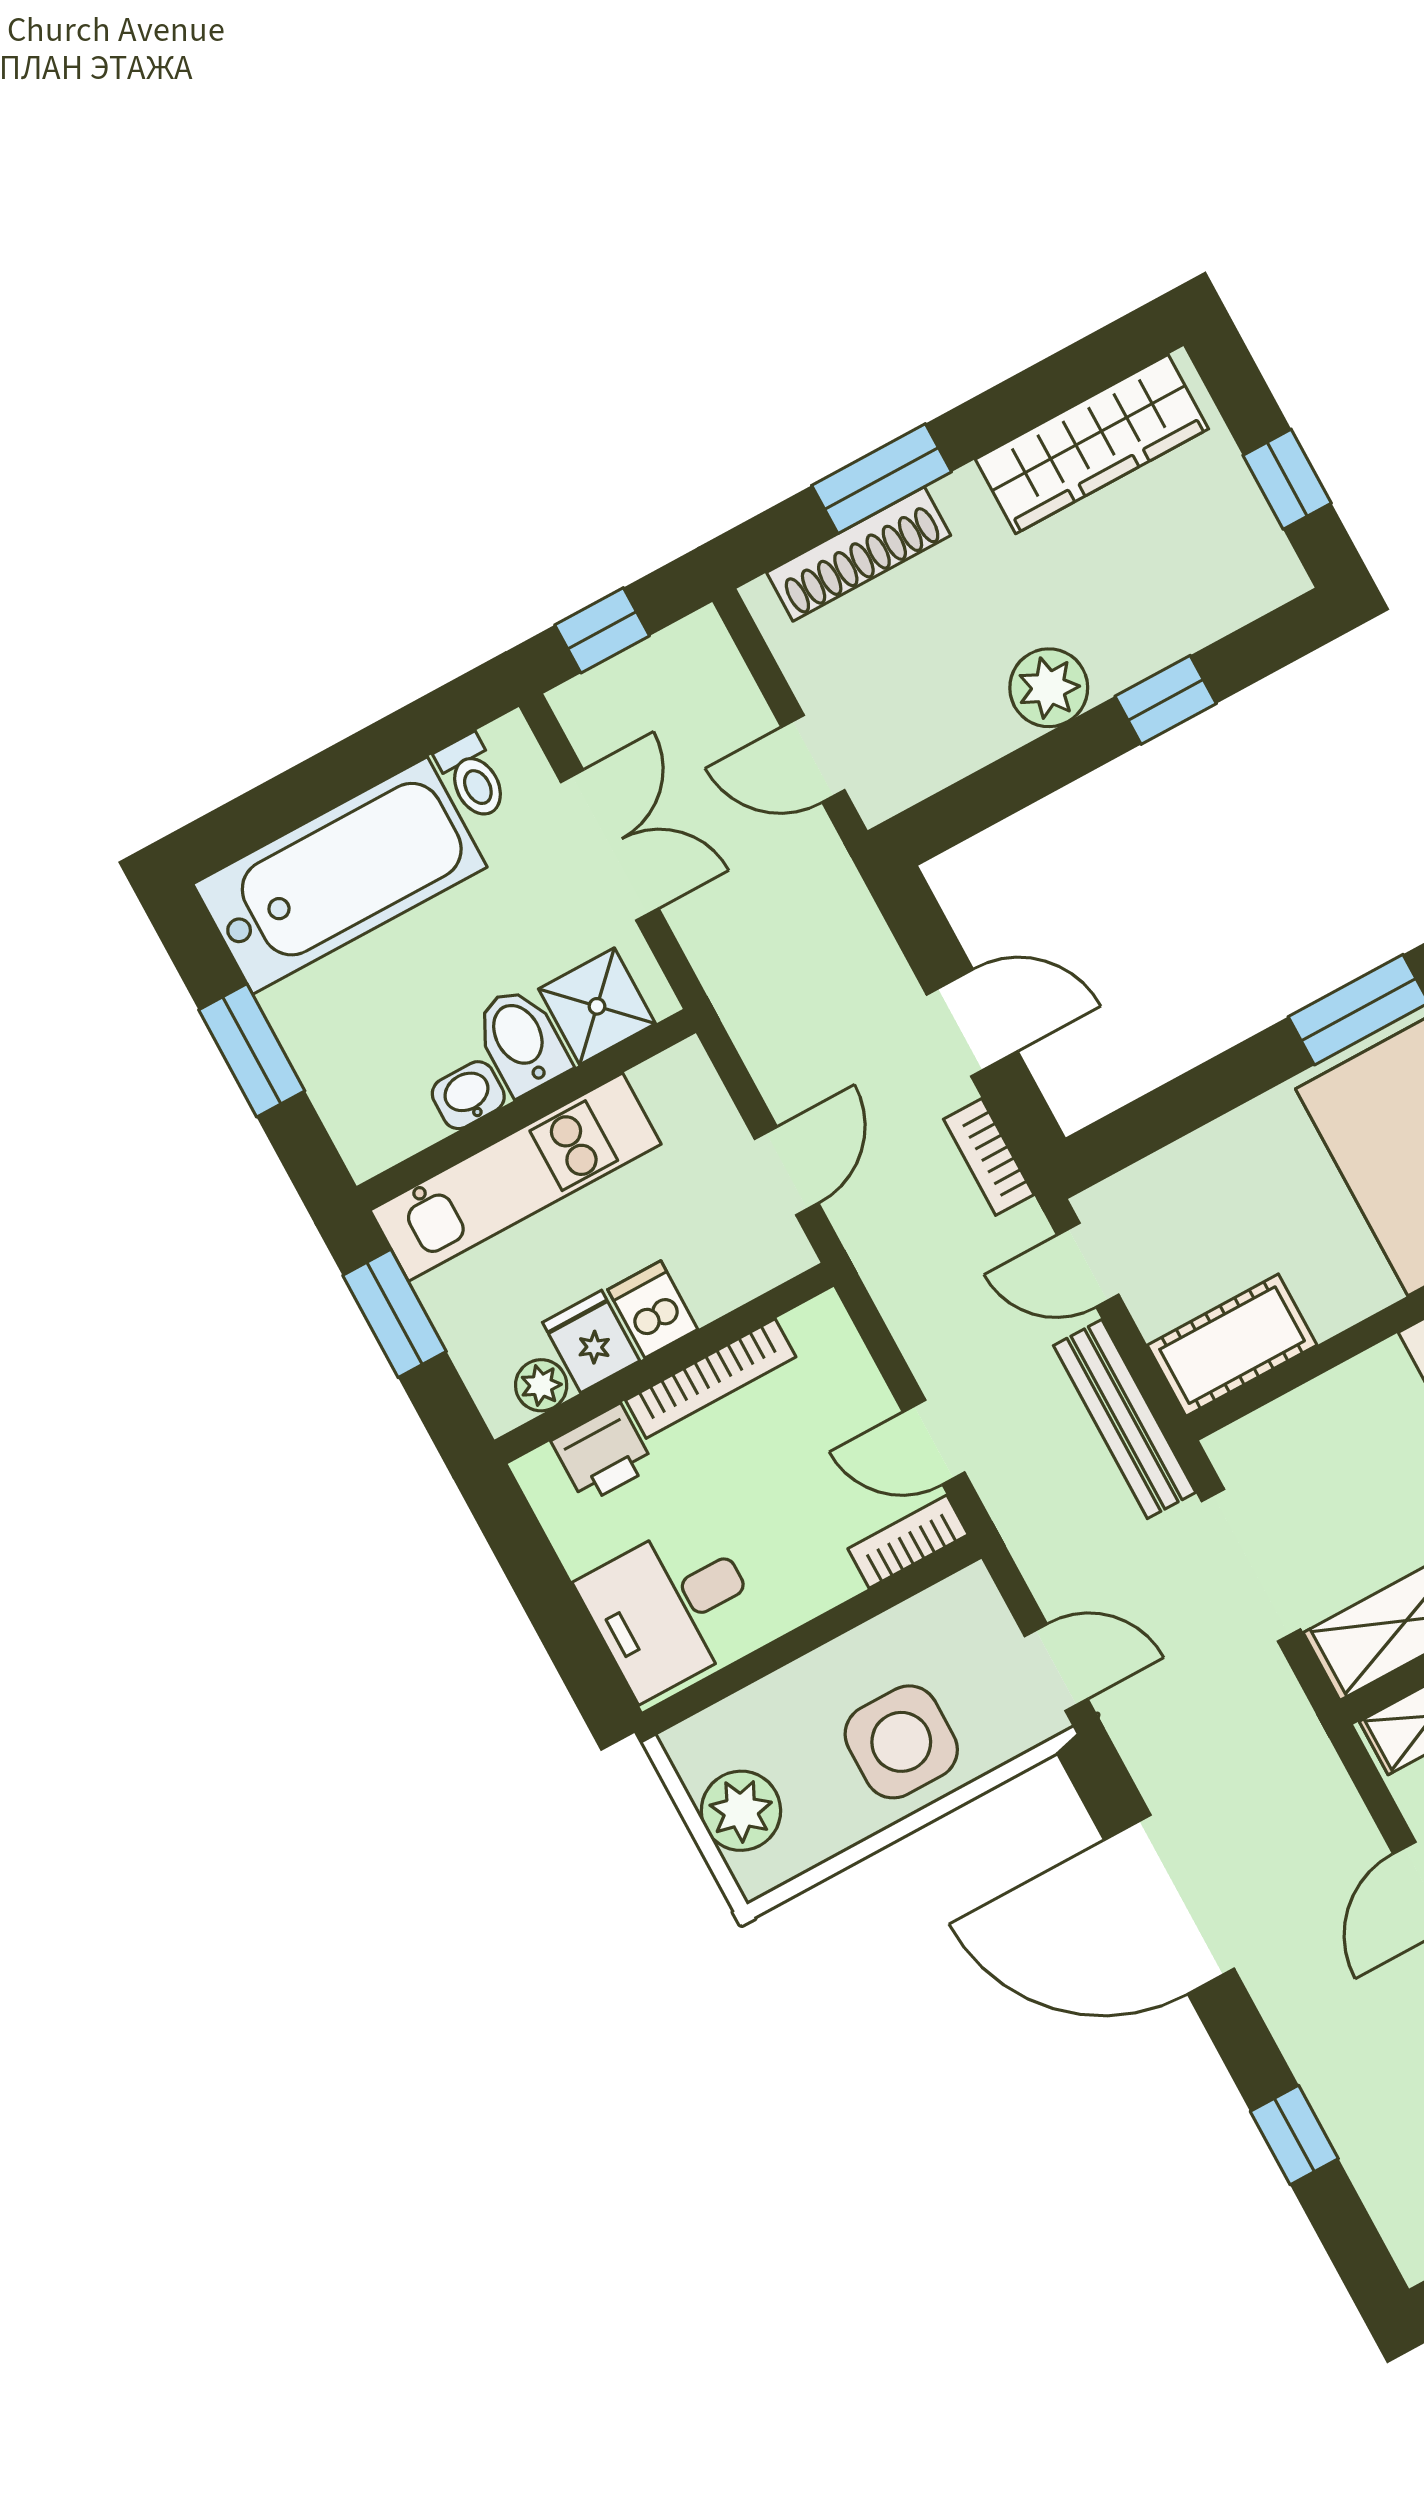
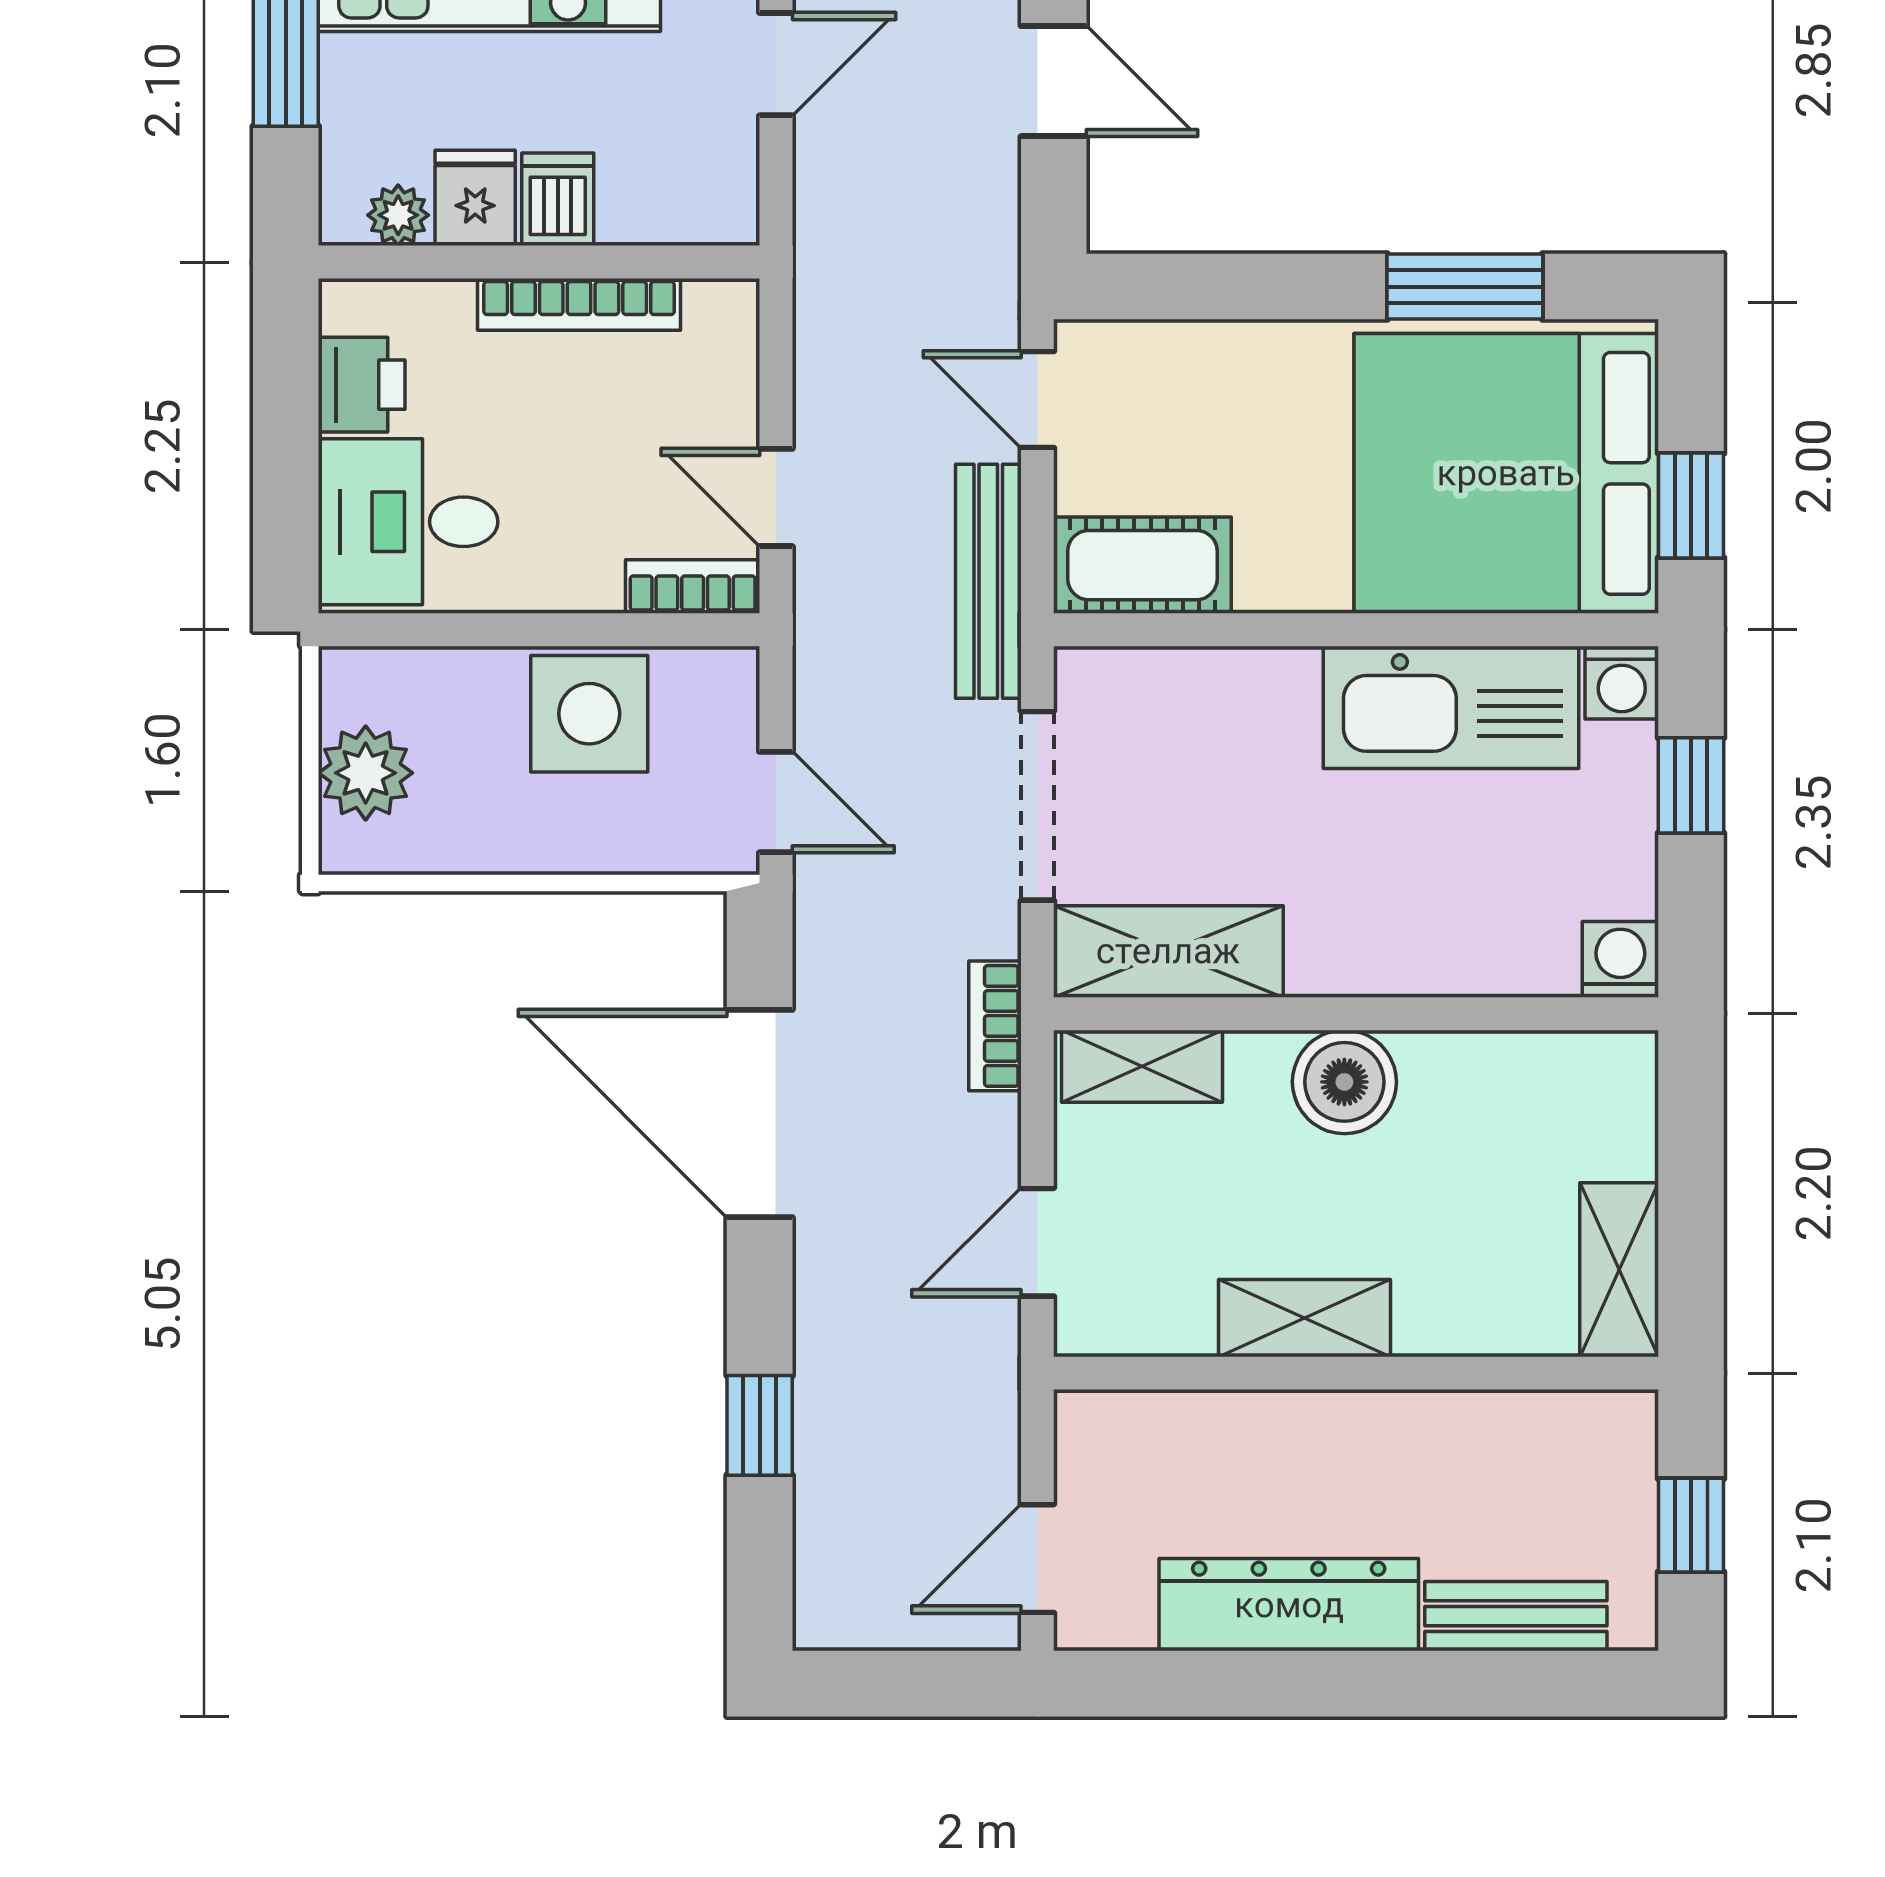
bookcase: (989, 1157) -> (995, 1026), moved
door: (787, 1171) -> (776, 64), moved
printer: (603, 1454) -> (362, 385), moved, turned -90
side table: (901, 1742) -> (589, 714), moved

